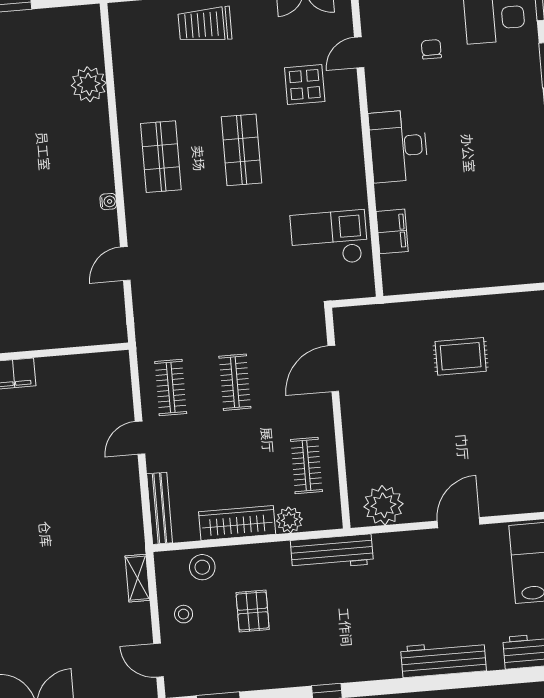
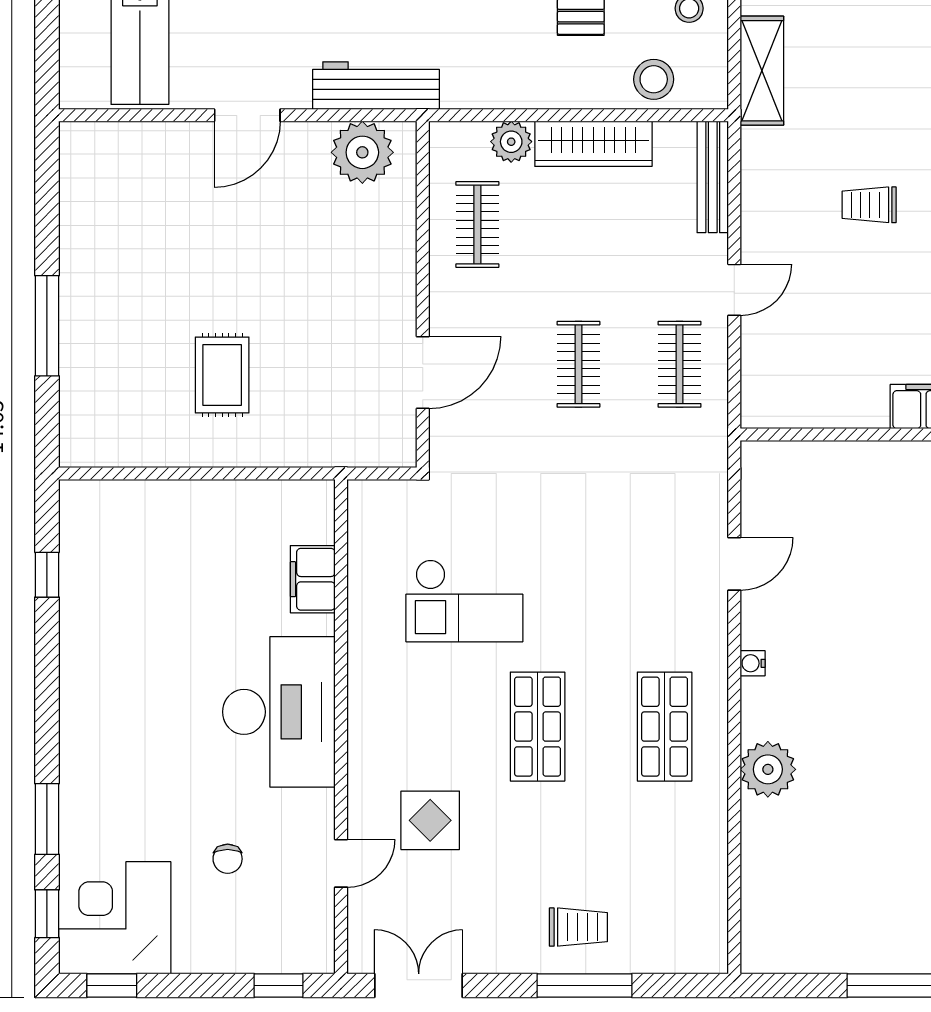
trolley: (205, 25) -> (578, 927), width x0.73, depth x0.72
plant: (89, 84) -> (768, 769), moved
desk: (398, 146) -> (279, 712), width x1.36, depth x1.30
checkout: (329, 238) -> (464, 601), moved
rug: (461, 356) -> (222, 375), turned 90
trolley: (59, 499) -> (869, 205), added
workbench: (332, 552) -> (376, 86), moved
shelving: (138, 578) -> (762, 71), width x1.50, depth x1.33

